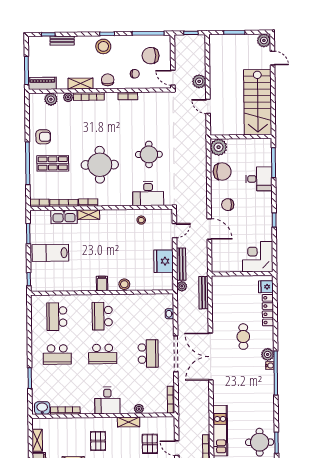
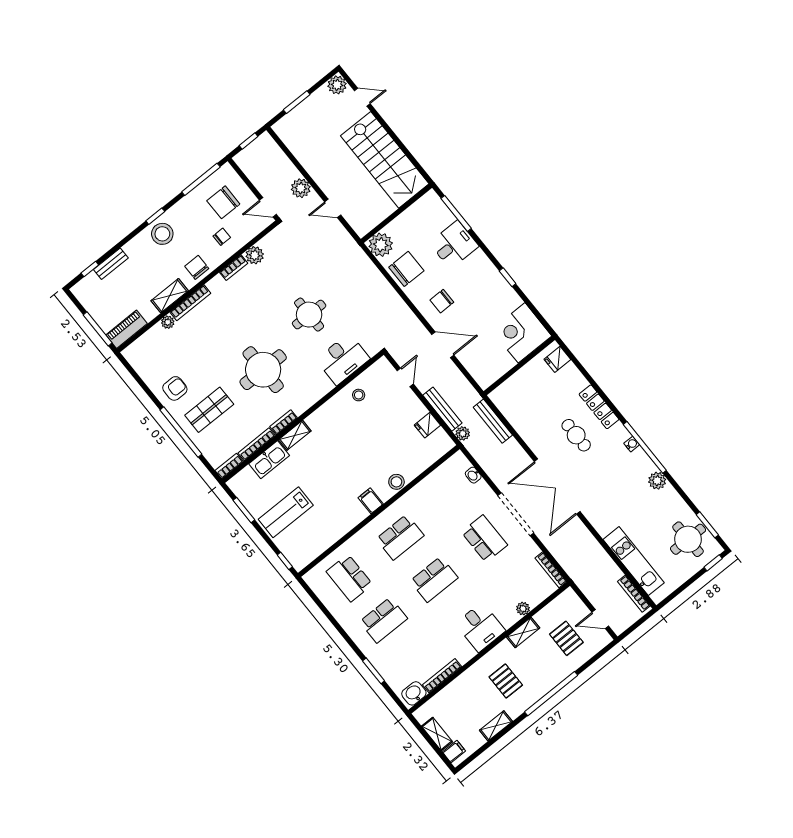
plant: (51, 99) -> (255, 255), moved
fridge: (163, 261) -> (427, 425), width x0.53, depth x0.75
locker: (268, 310) -> (599, 407), moved
school desk: (102, 316) -> (400, 537), turned -90
plant: (268, 354) -> (657, 481), moved

